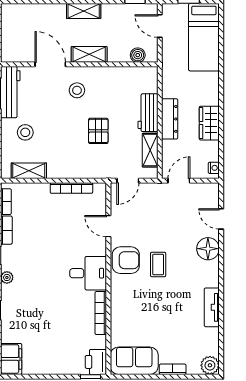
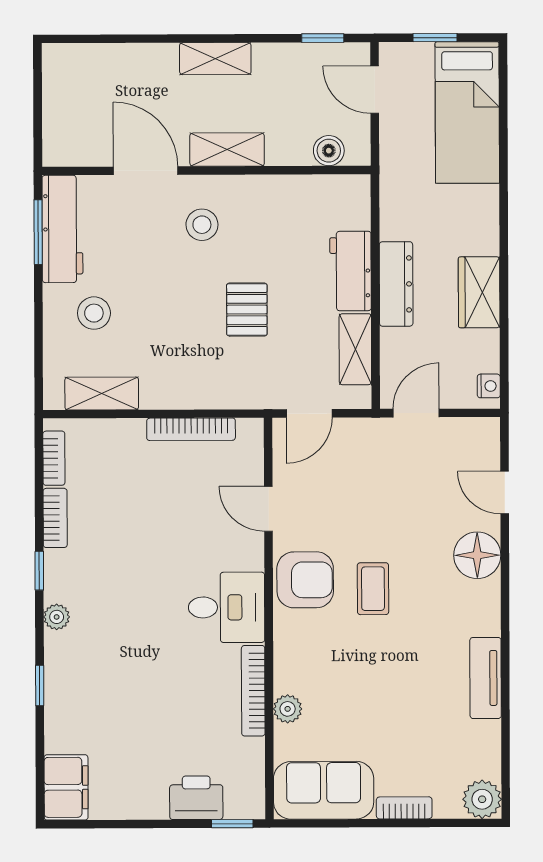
plant: (117, 322) -> (288, 709), added
printer: (96, 362) -> (196, 798), moved, turned 90

